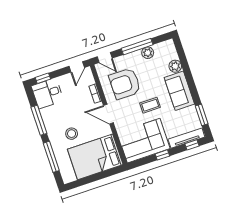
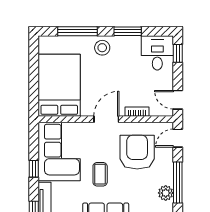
window: (39, 120) -> (128, 31), width x0.69
stool: (72, 134) -> (102, 48), moved

